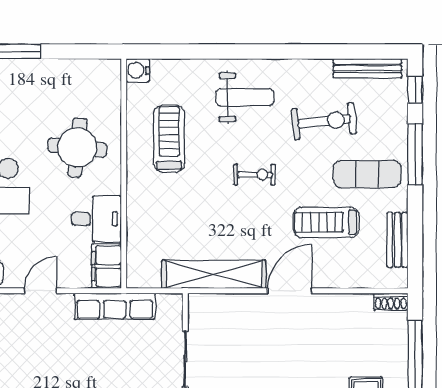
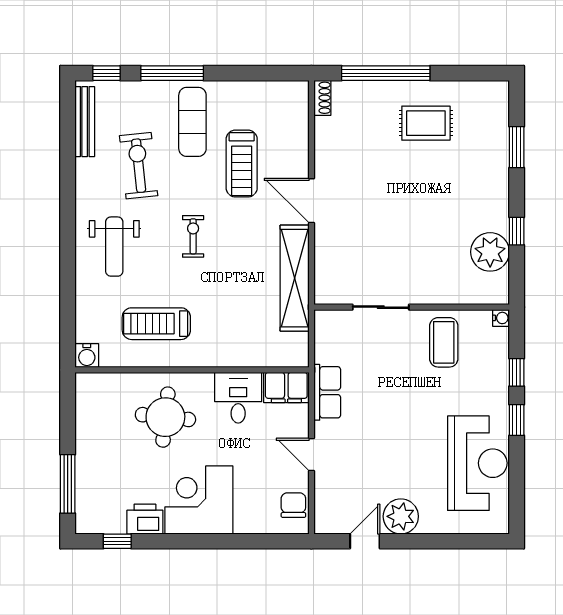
weight bench: (245, 97) -> (114, 247), turned 180
bench: (397, 240) -> (260, 91), removed
row of seats: (115, 306) -> (327, 392), width x0.68

